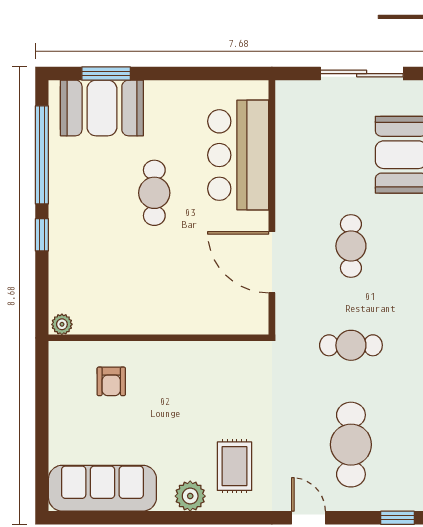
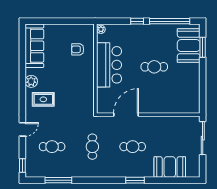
sliding door: (362, 74) -> (203, 138), moved
bar counter: (238, 155) -> (109, 65), moved, turned 90
cafe table: (351, 445) -> (52, 147), width x0.73, depth x0.74

